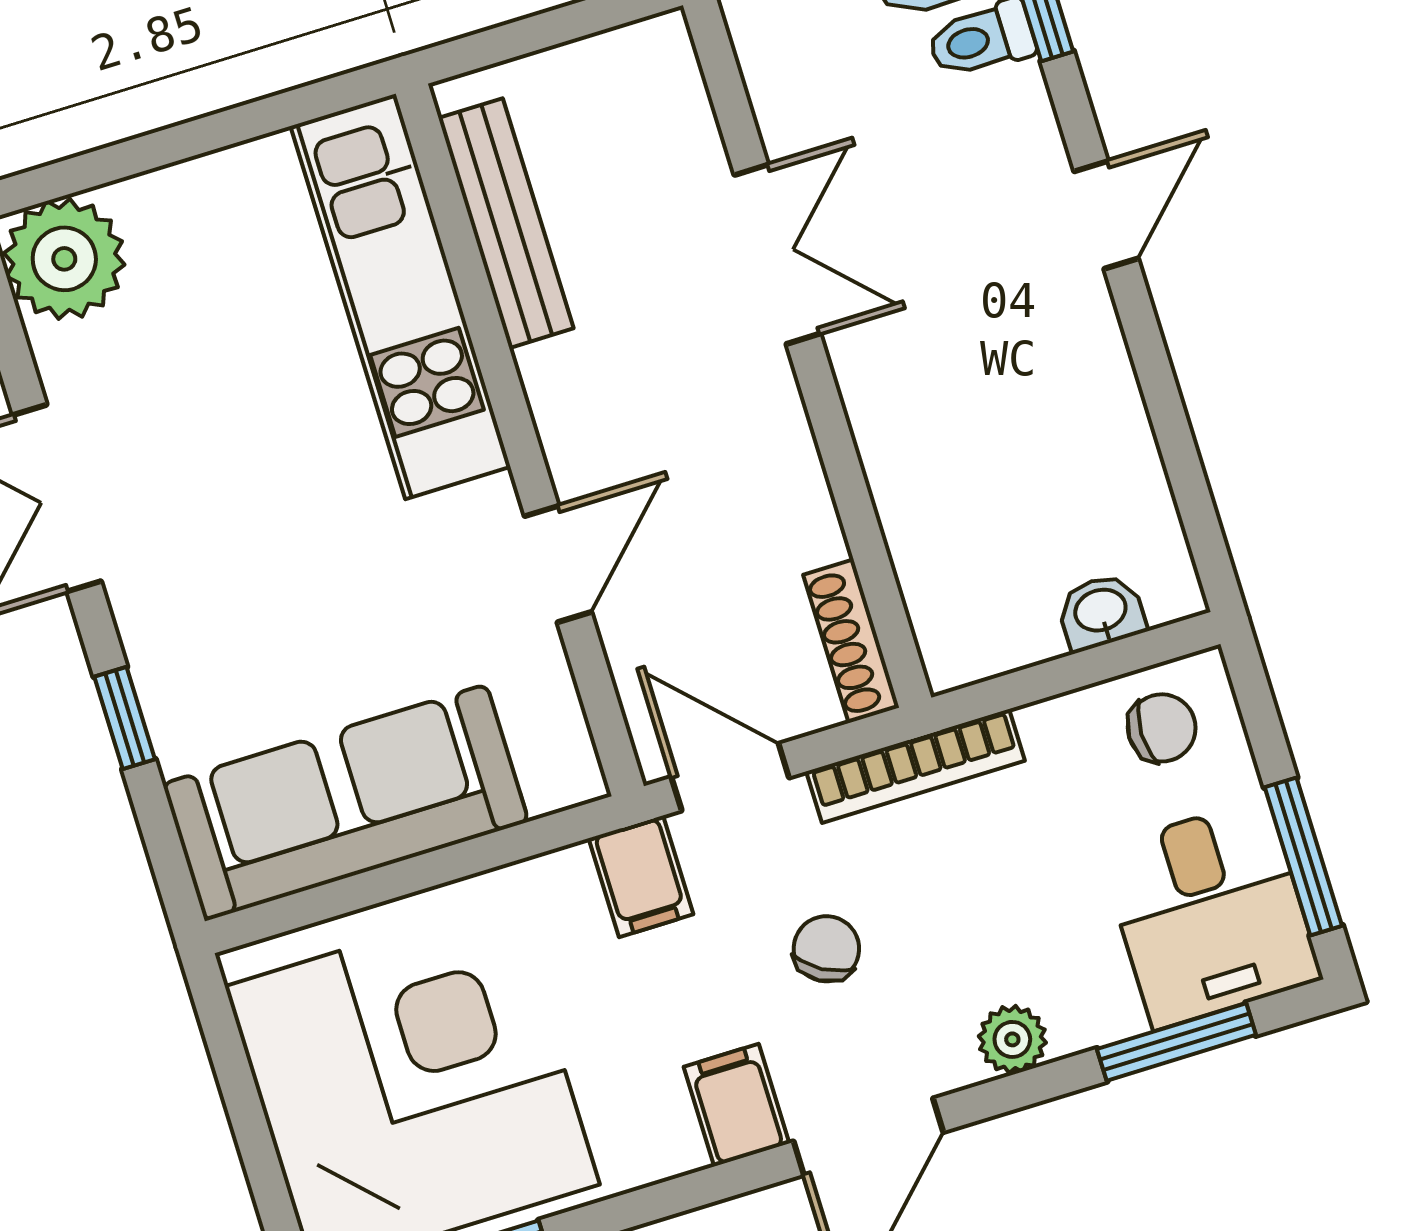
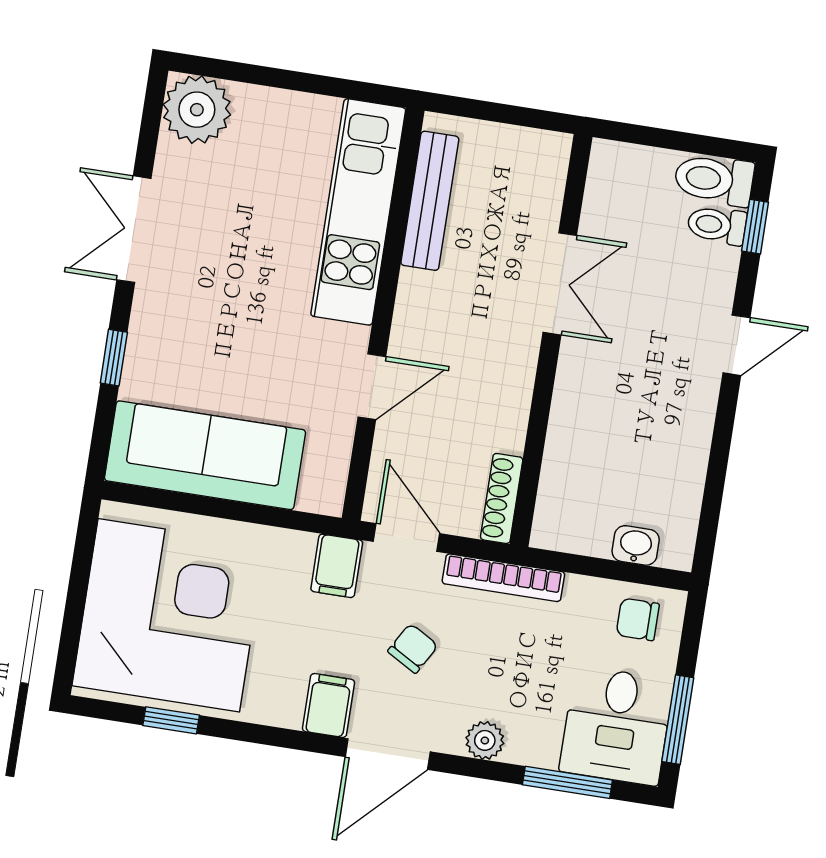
chair: (1162, 728) -> (638, 619), turned 180

